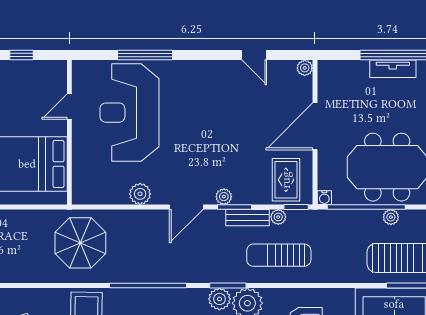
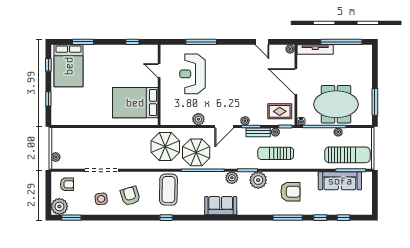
tv unit: (393, 69) -> (315, 50), moved, width x1.41
door: (69, 107) -> (159, 71), hinge flipped
reception desk: (129, 113) -> (193, 74), width x0.74, depth x0.77
door: (315, 126) -> (296, 82), hinge flipped
rug: (286, 180) -> (280, 111), turned 90
parasol: (136, 253) -> (196, 152), added
plant: (219, 299) -> (232, 178), moved

